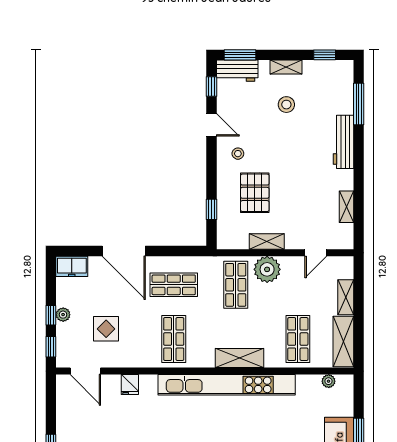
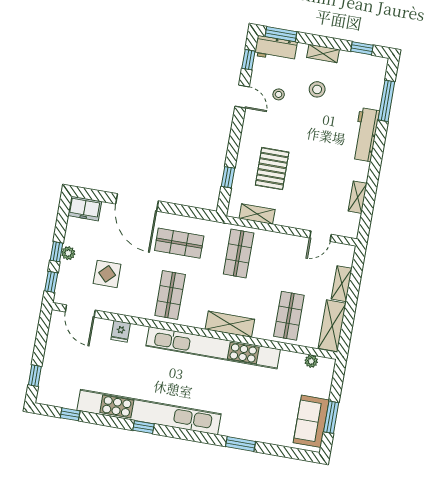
stool: (238, 154) -> (279, 94), moved
shelving: (267, 242) -> (257, 214), moved
plant: (267, 269) -> (271, 244), removed

